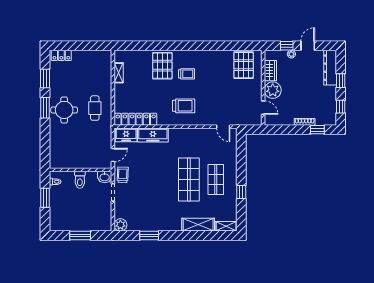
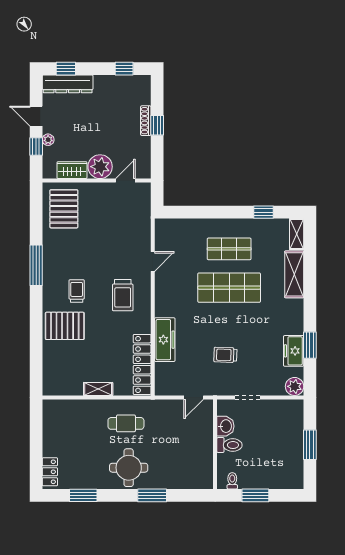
window: (204, 46) -> (36, 265), added
pallet: (244, 65) -> (64, 209), turned 90
shelving: (119, 73) -> (98, 389), moved
window: (341, 81) -> (66, 69), moved
trolley: (184, 106) -> (123, 295), turned 180
window: (45, 108) -> (152, 495), moved
door: (223, 127) -> (153, 262), moved
window: (317, 130) -> (157, 125), moved
freezer: (126, 135) -> (294, 351), moved, turned 180
door: (113, 155) -> (194, 397), swing flipped
trolley: (123, 175) -> (225, 355), moved
washbasin: (105, 177) -> (225, 426), moved
window: (241, 192) -> (264, 212), moved

